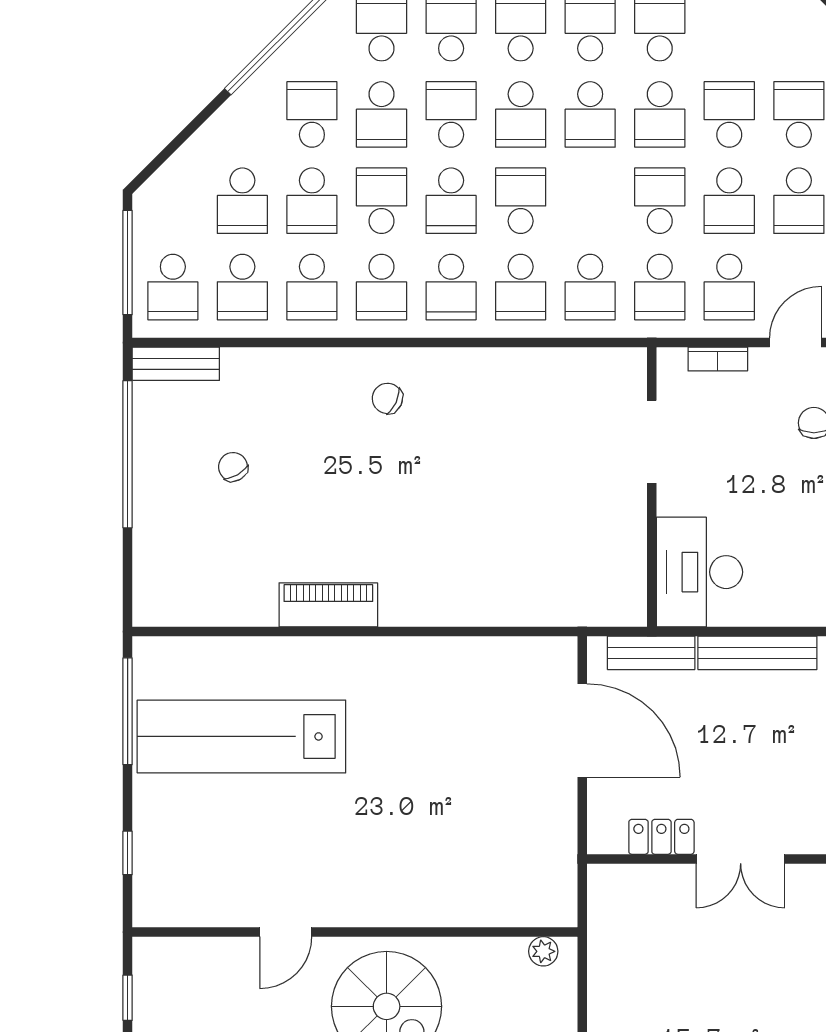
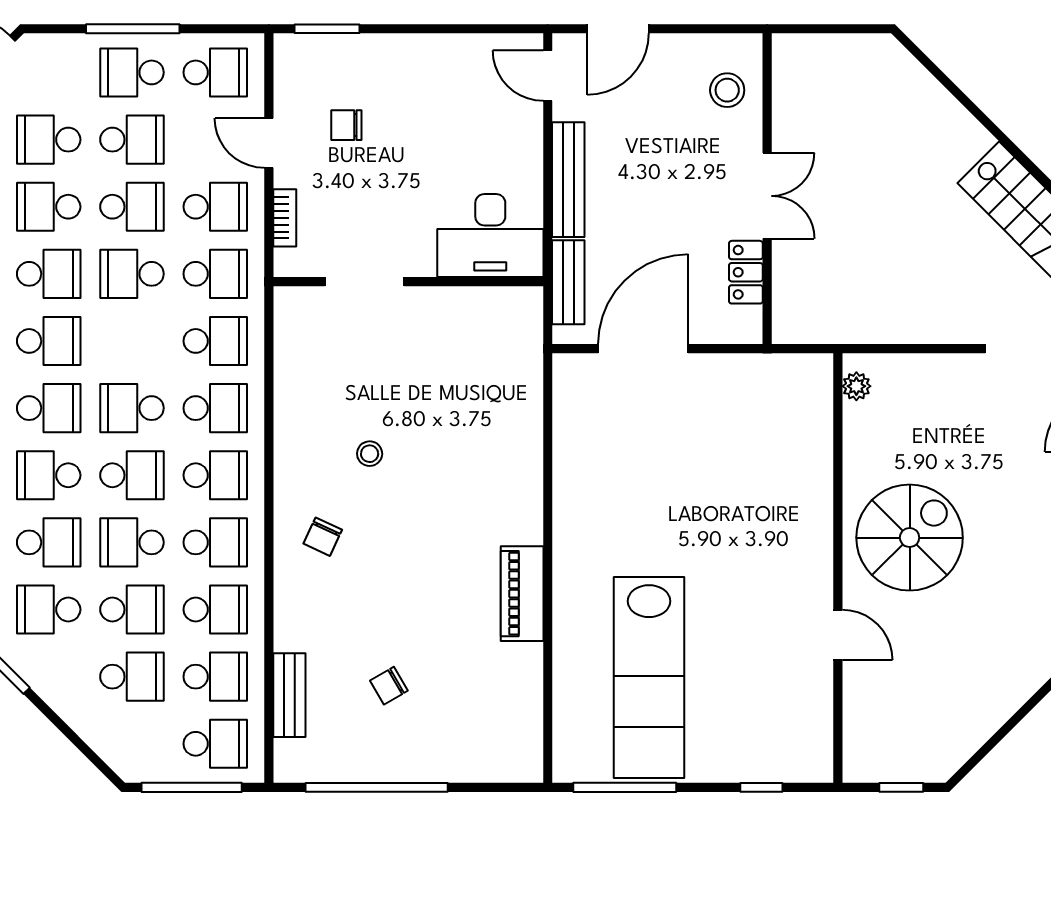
bench: (176, 364) -> (289, 695), moved
stool: (473, 447) -> (370, 454), added

